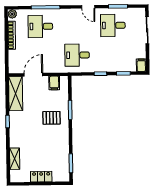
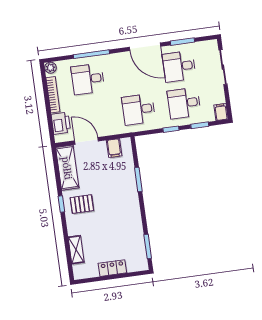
door: (88, 7) -> (145, 47), width x1.88
desk: (113, 55) -> (184, 103), added
printer: (15, 58) -> (61, 123), added
door: (33, 75) -> (87, 141), hinge flipped
pallet: (51, 118) -> (82, 204), moved

